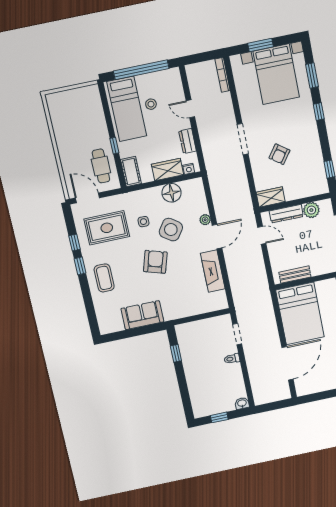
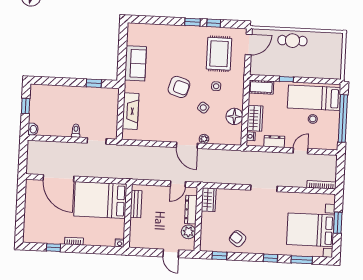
armchair: (279, 154) -> (238, 239), moved
cafe table: (101, 166) -> (292, 41), moved
side table: (171, 230) -> (203, 108), width x0.54, depth x0.54
fireplace: (213, 271) -> (131, 111), moved, turned 90
coffee table: (104, 278) -> (177, 40), removed

